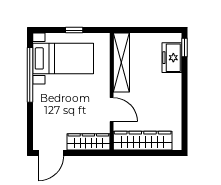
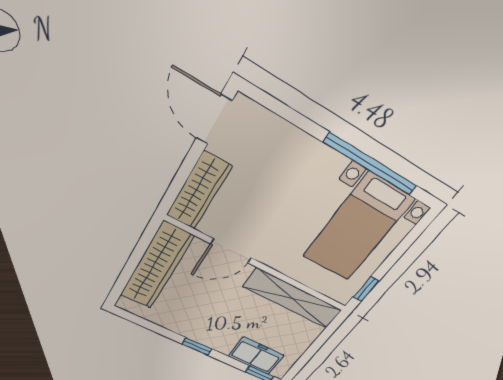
window: (74, 30) -> (366, 289), moved
window: (185, 93) -> (197, 346), added

